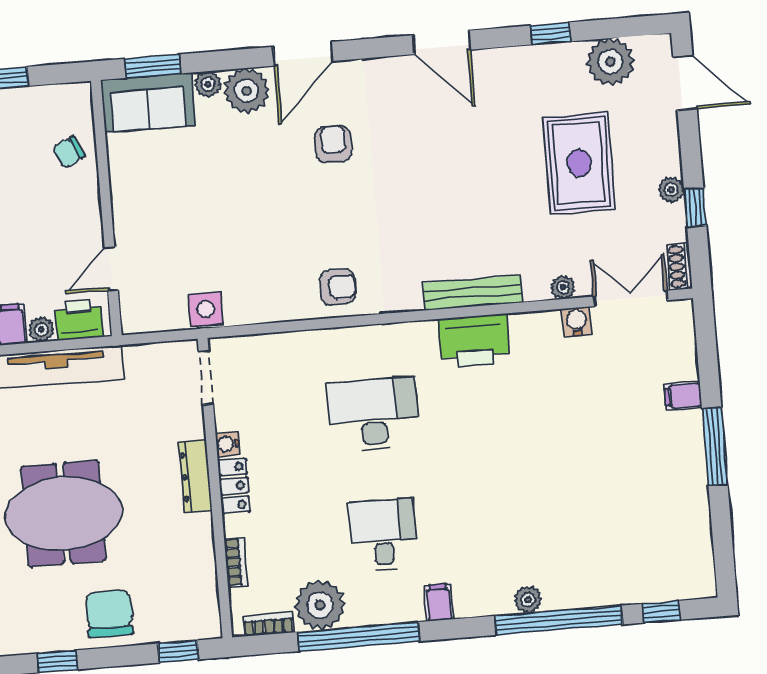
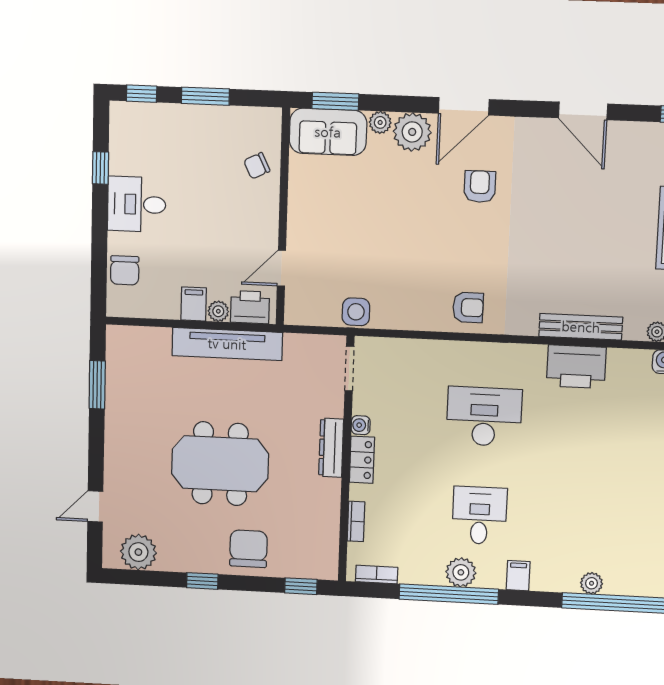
plant: (320, 605) -> (461, 572), moved, width x0.73, depth x0.73

